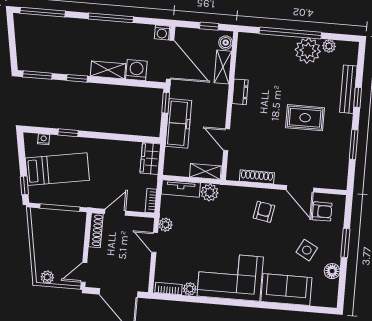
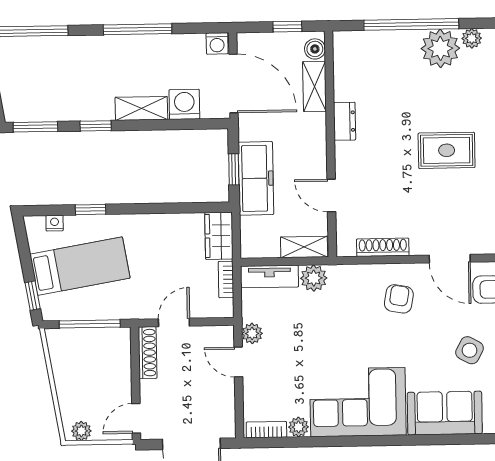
window: (166, 103) -> (234, 169), moved
bookcase: (151, 201) -> (226, 279), moved

